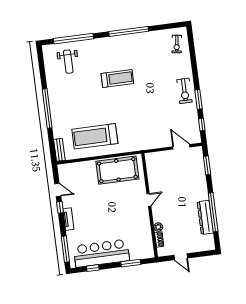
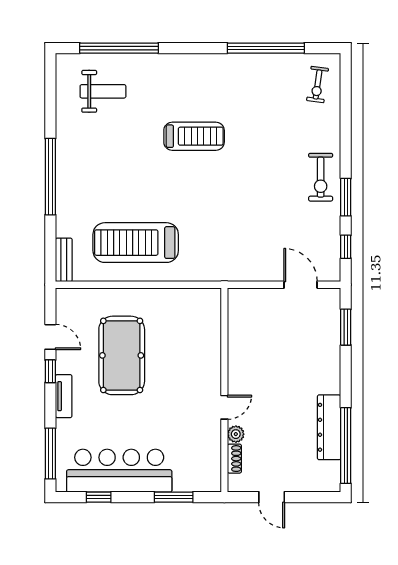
window: (129, 31) -> (266, 48), moved
weight bench: (68, 62) -> (103, 91), turned -90
pool table: (117, 170) -> (122, 355), moved, turned 90
door: (149, 200) -> (224, 407), moved
window: (213, 212) -> (346, 446), moved

